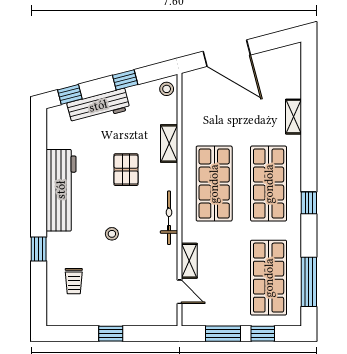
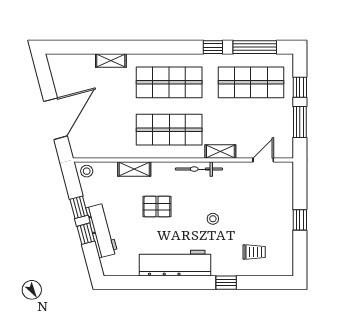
window: (70, 94) -> (86, 234), moved
window: (309, 203) -> (213, 47), moved
shelving: (189, 261) -> (220, 151), moved

